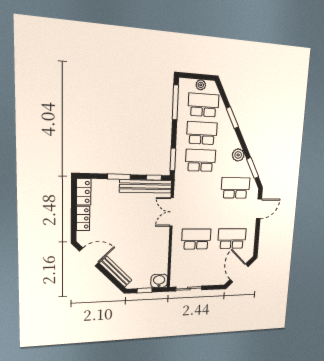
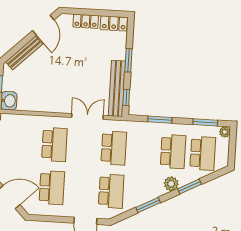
plant: (201, 85) -> (225, 132), moved
window: (175, 102) -> (205, 122), width x0.69
plant: (238, 155) -> (171, 184), moved
window: (173, 159) -> (160, 120), moved
school desk: (200, 160) -> (114, 148), moved
window: (253, 168) -> (148, 205), moved

